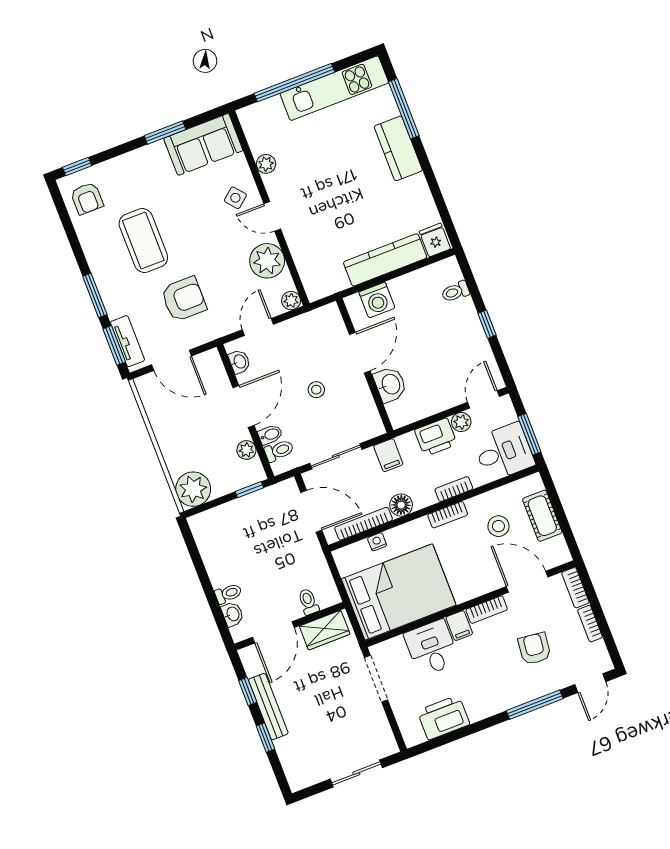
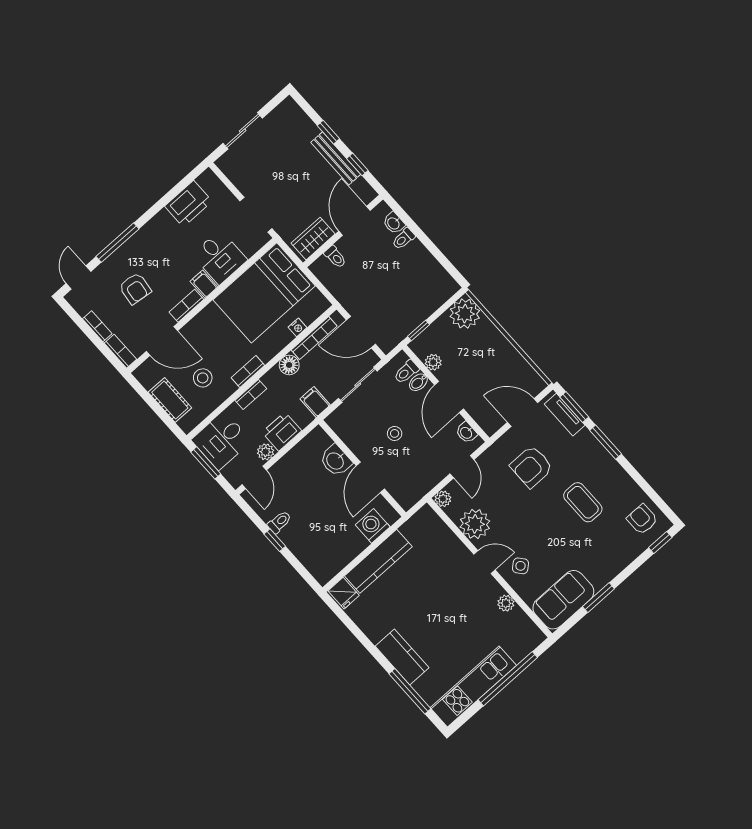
coffee table: (143, 240) -> (583, 502), width x0.73, depth x0.76
toilet: (455, 292) -> (279, 522), moved

